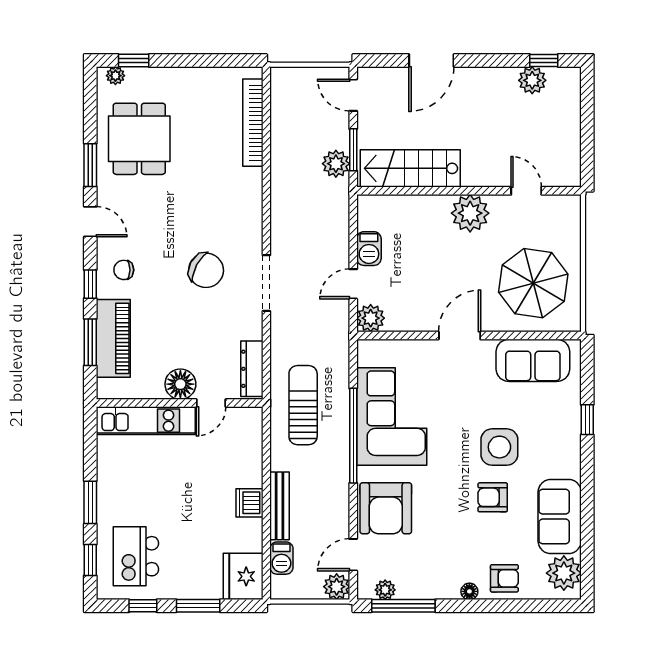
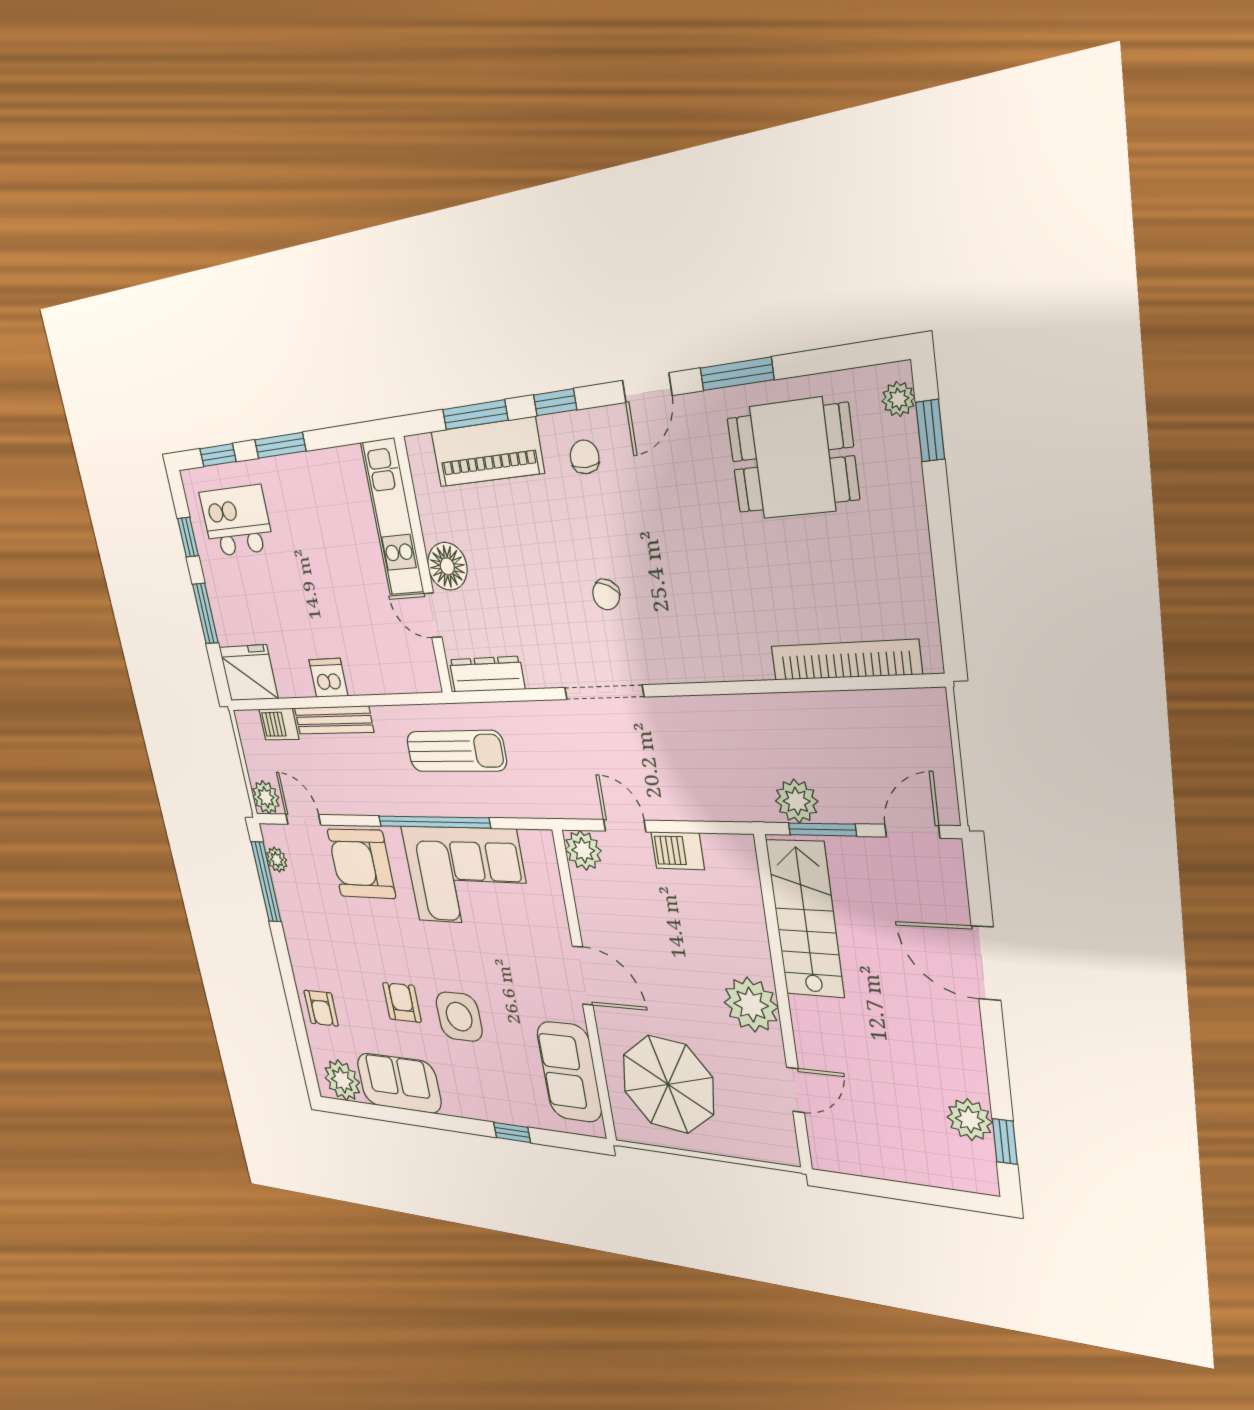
chair: (206, 270) -> (606, 595), width x0.54, depth x0.54
floor lamp: (469, 591) -> (299, 964), removed

